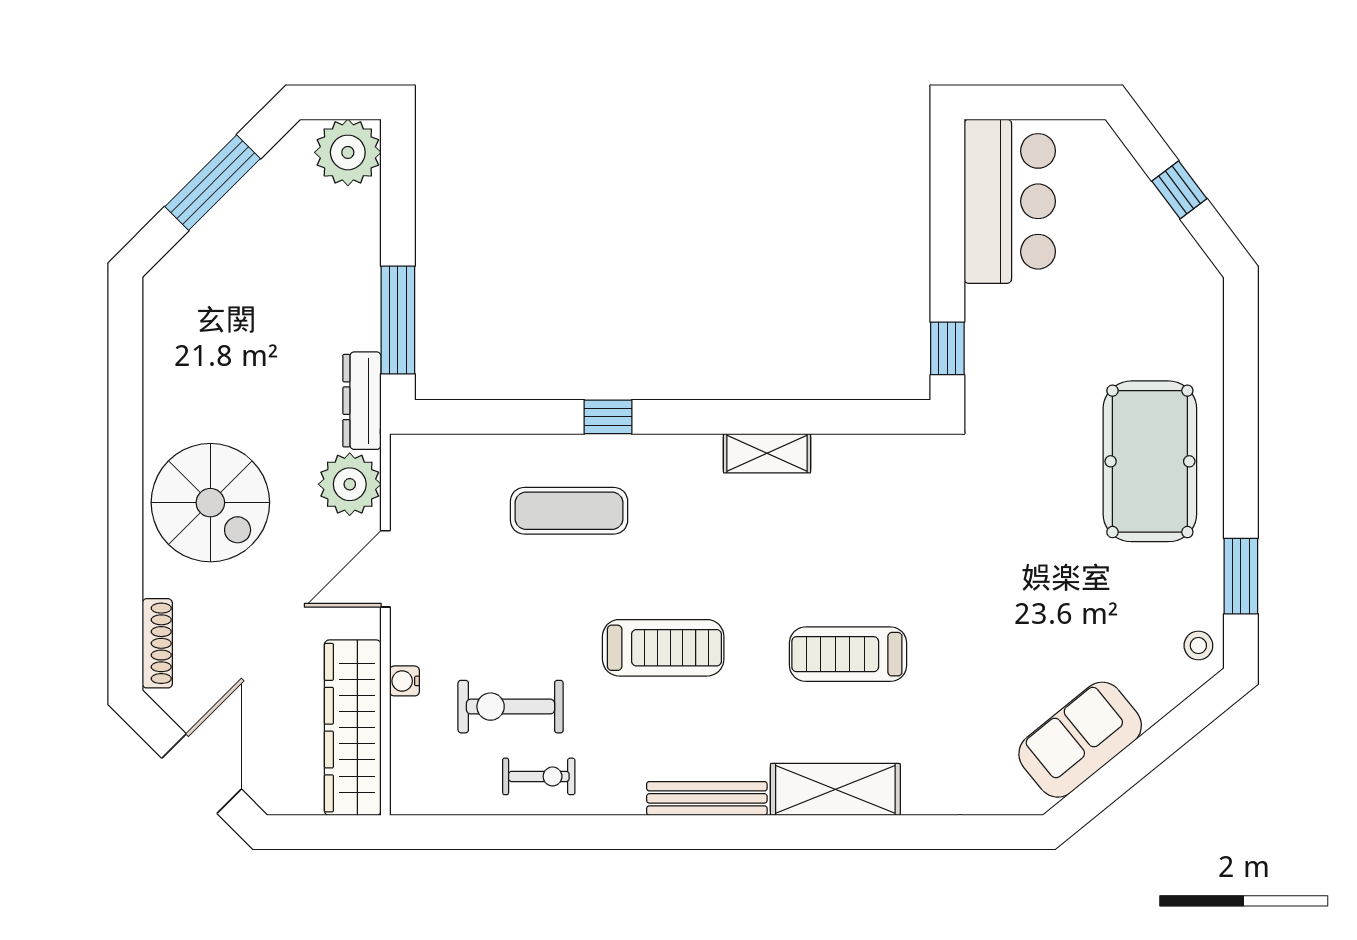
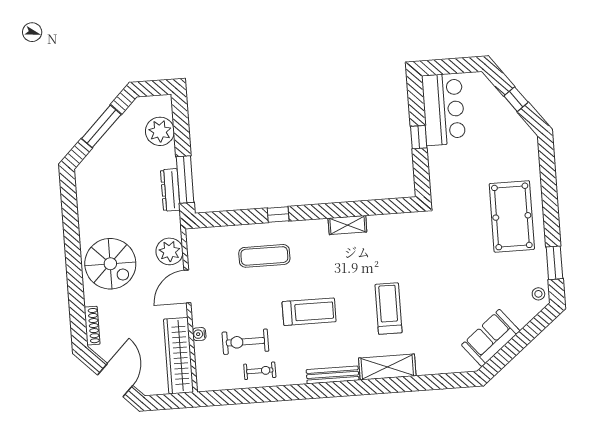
plant: (348, 152) -> (160, 131), moved
window: (947, 348) -> (419, 137), moved
dresser: (362, 401) -> (170, 190), moved
treadmill: (848, 654) -> (388, 309), turned 90

